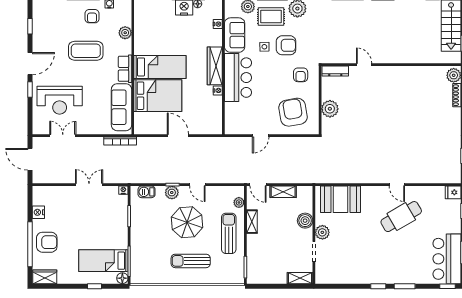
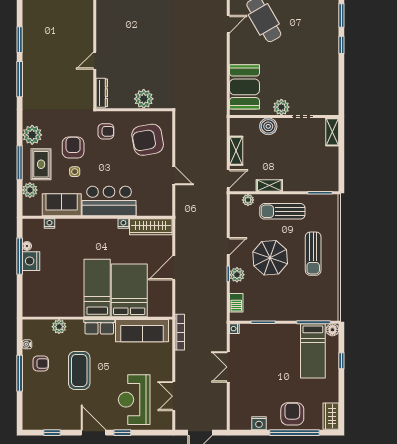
wardrobe: (215, 66) -> (151, 227), moved
reception desk: (60, 100) -> (134, 400), turned 180

